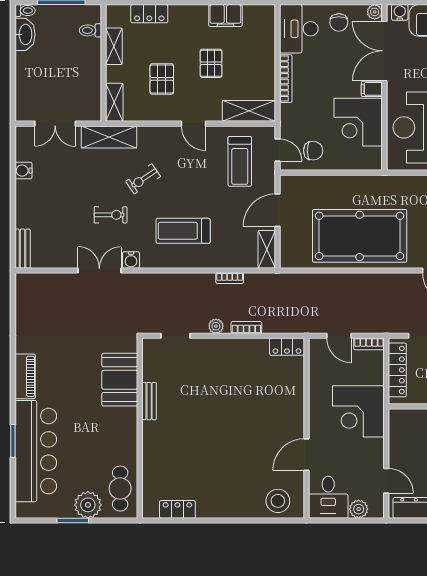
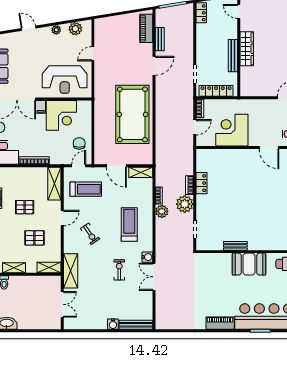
water cooler: (23, 171) -> (113, 324), moved
exercise bike: (143, 179) -> (90, 234), moved
treadmill: (183, 231) -> (129, 225), turned 180
bench: (23, 249) -> (136, 325), width x1.36
plant: (204, 283) -> (162, 211), added
plant: (216, 326) -> (185, 204), width x1.87, depth x1.87
locker: (287, 347) -> (201, 183), moved
booth: (120, 380) -> (249, 264), moved
corner desk: (358, 411) -> (232, 130), moved, turned 180

